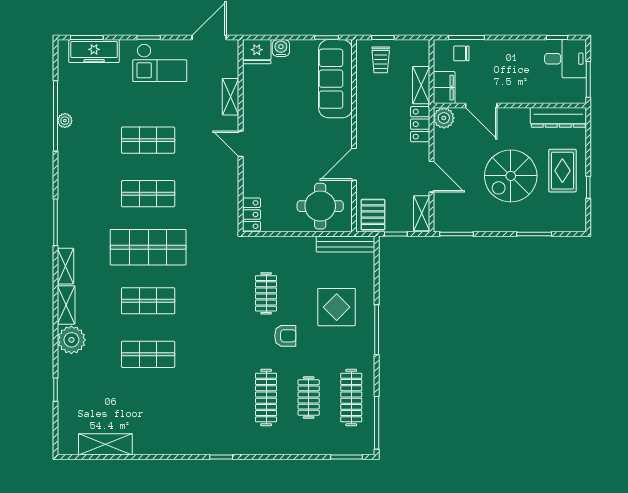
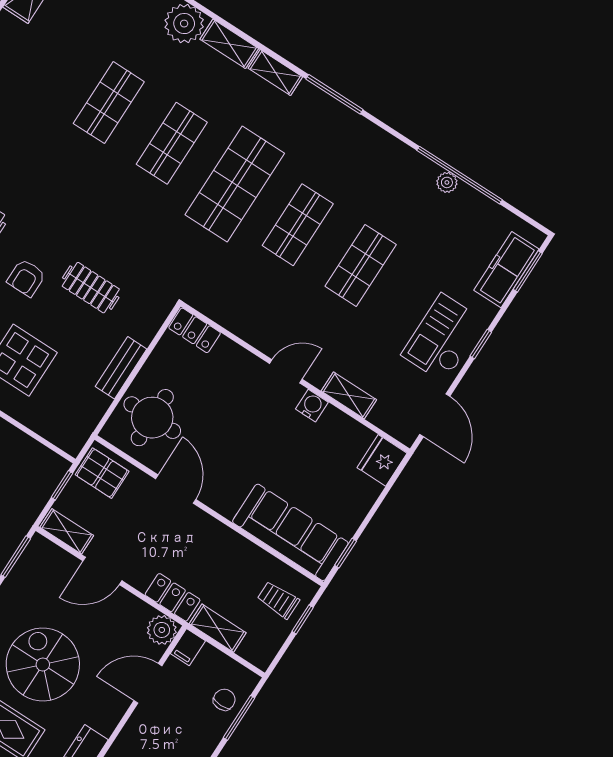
water cooler: (281, 48) -> (312, 406), moved, turned -90
filing cabinet: (444, 88) -> (188, 647), width x0.50
bench: (346, 244) -> (121, 368), moved, width x0.73

